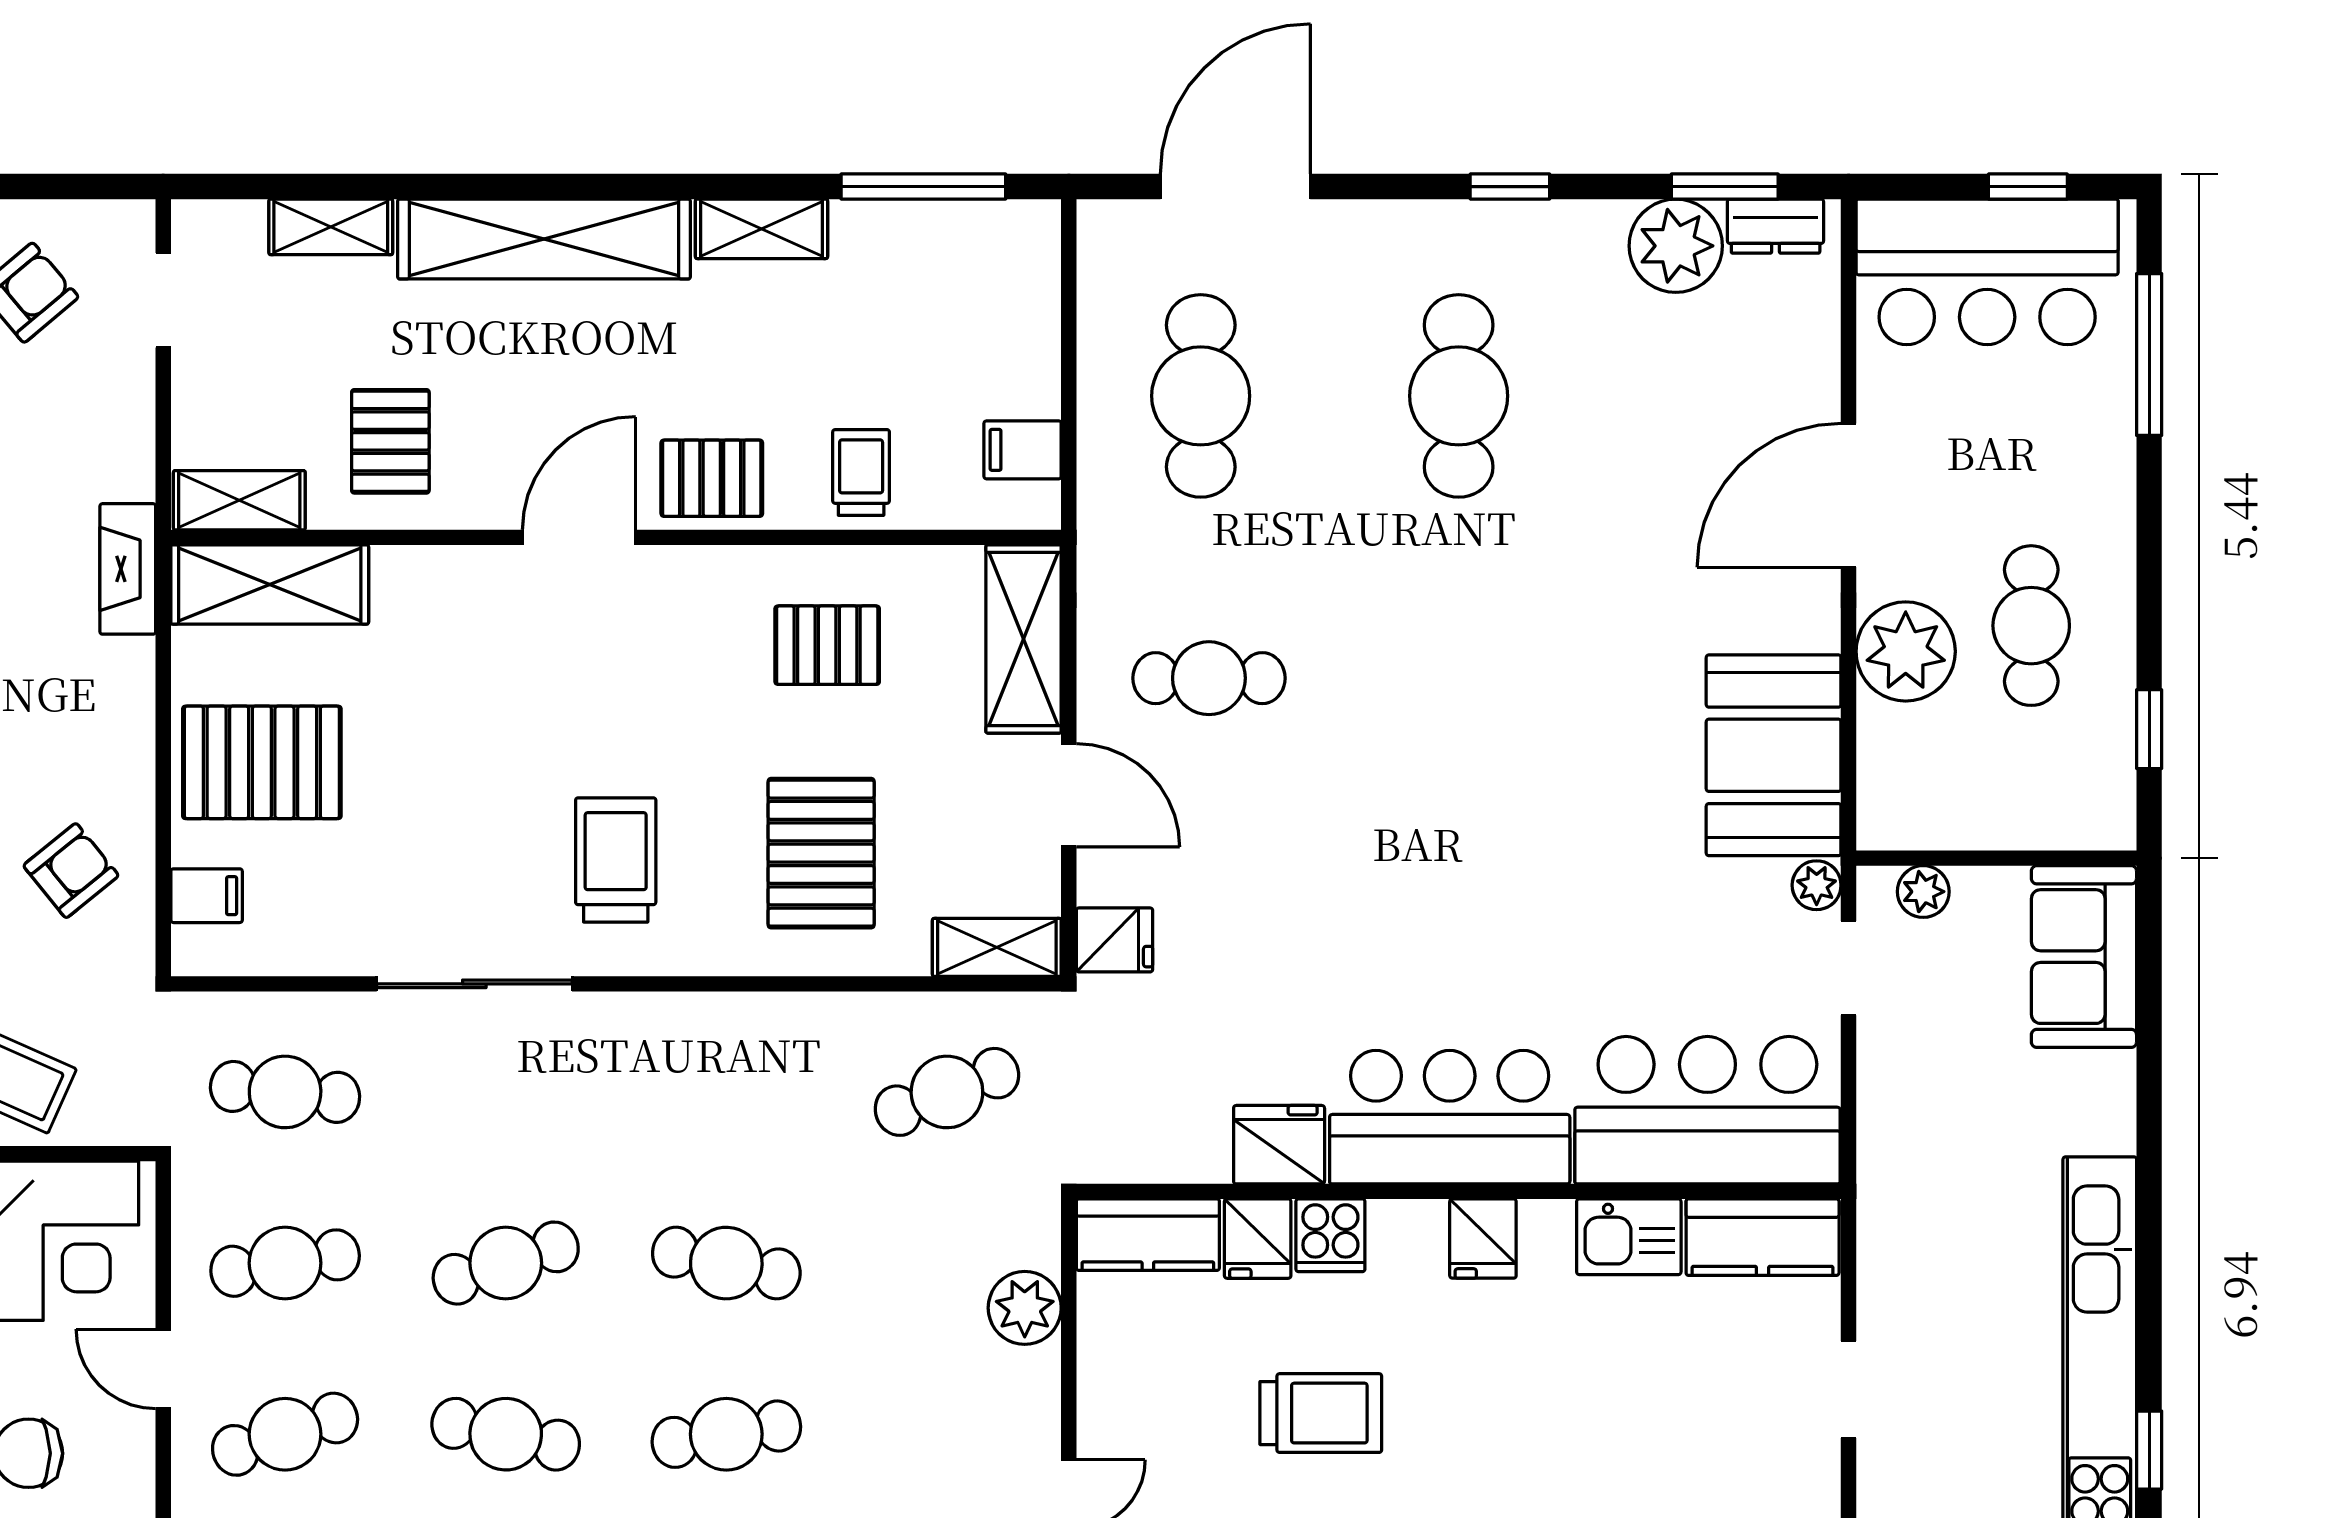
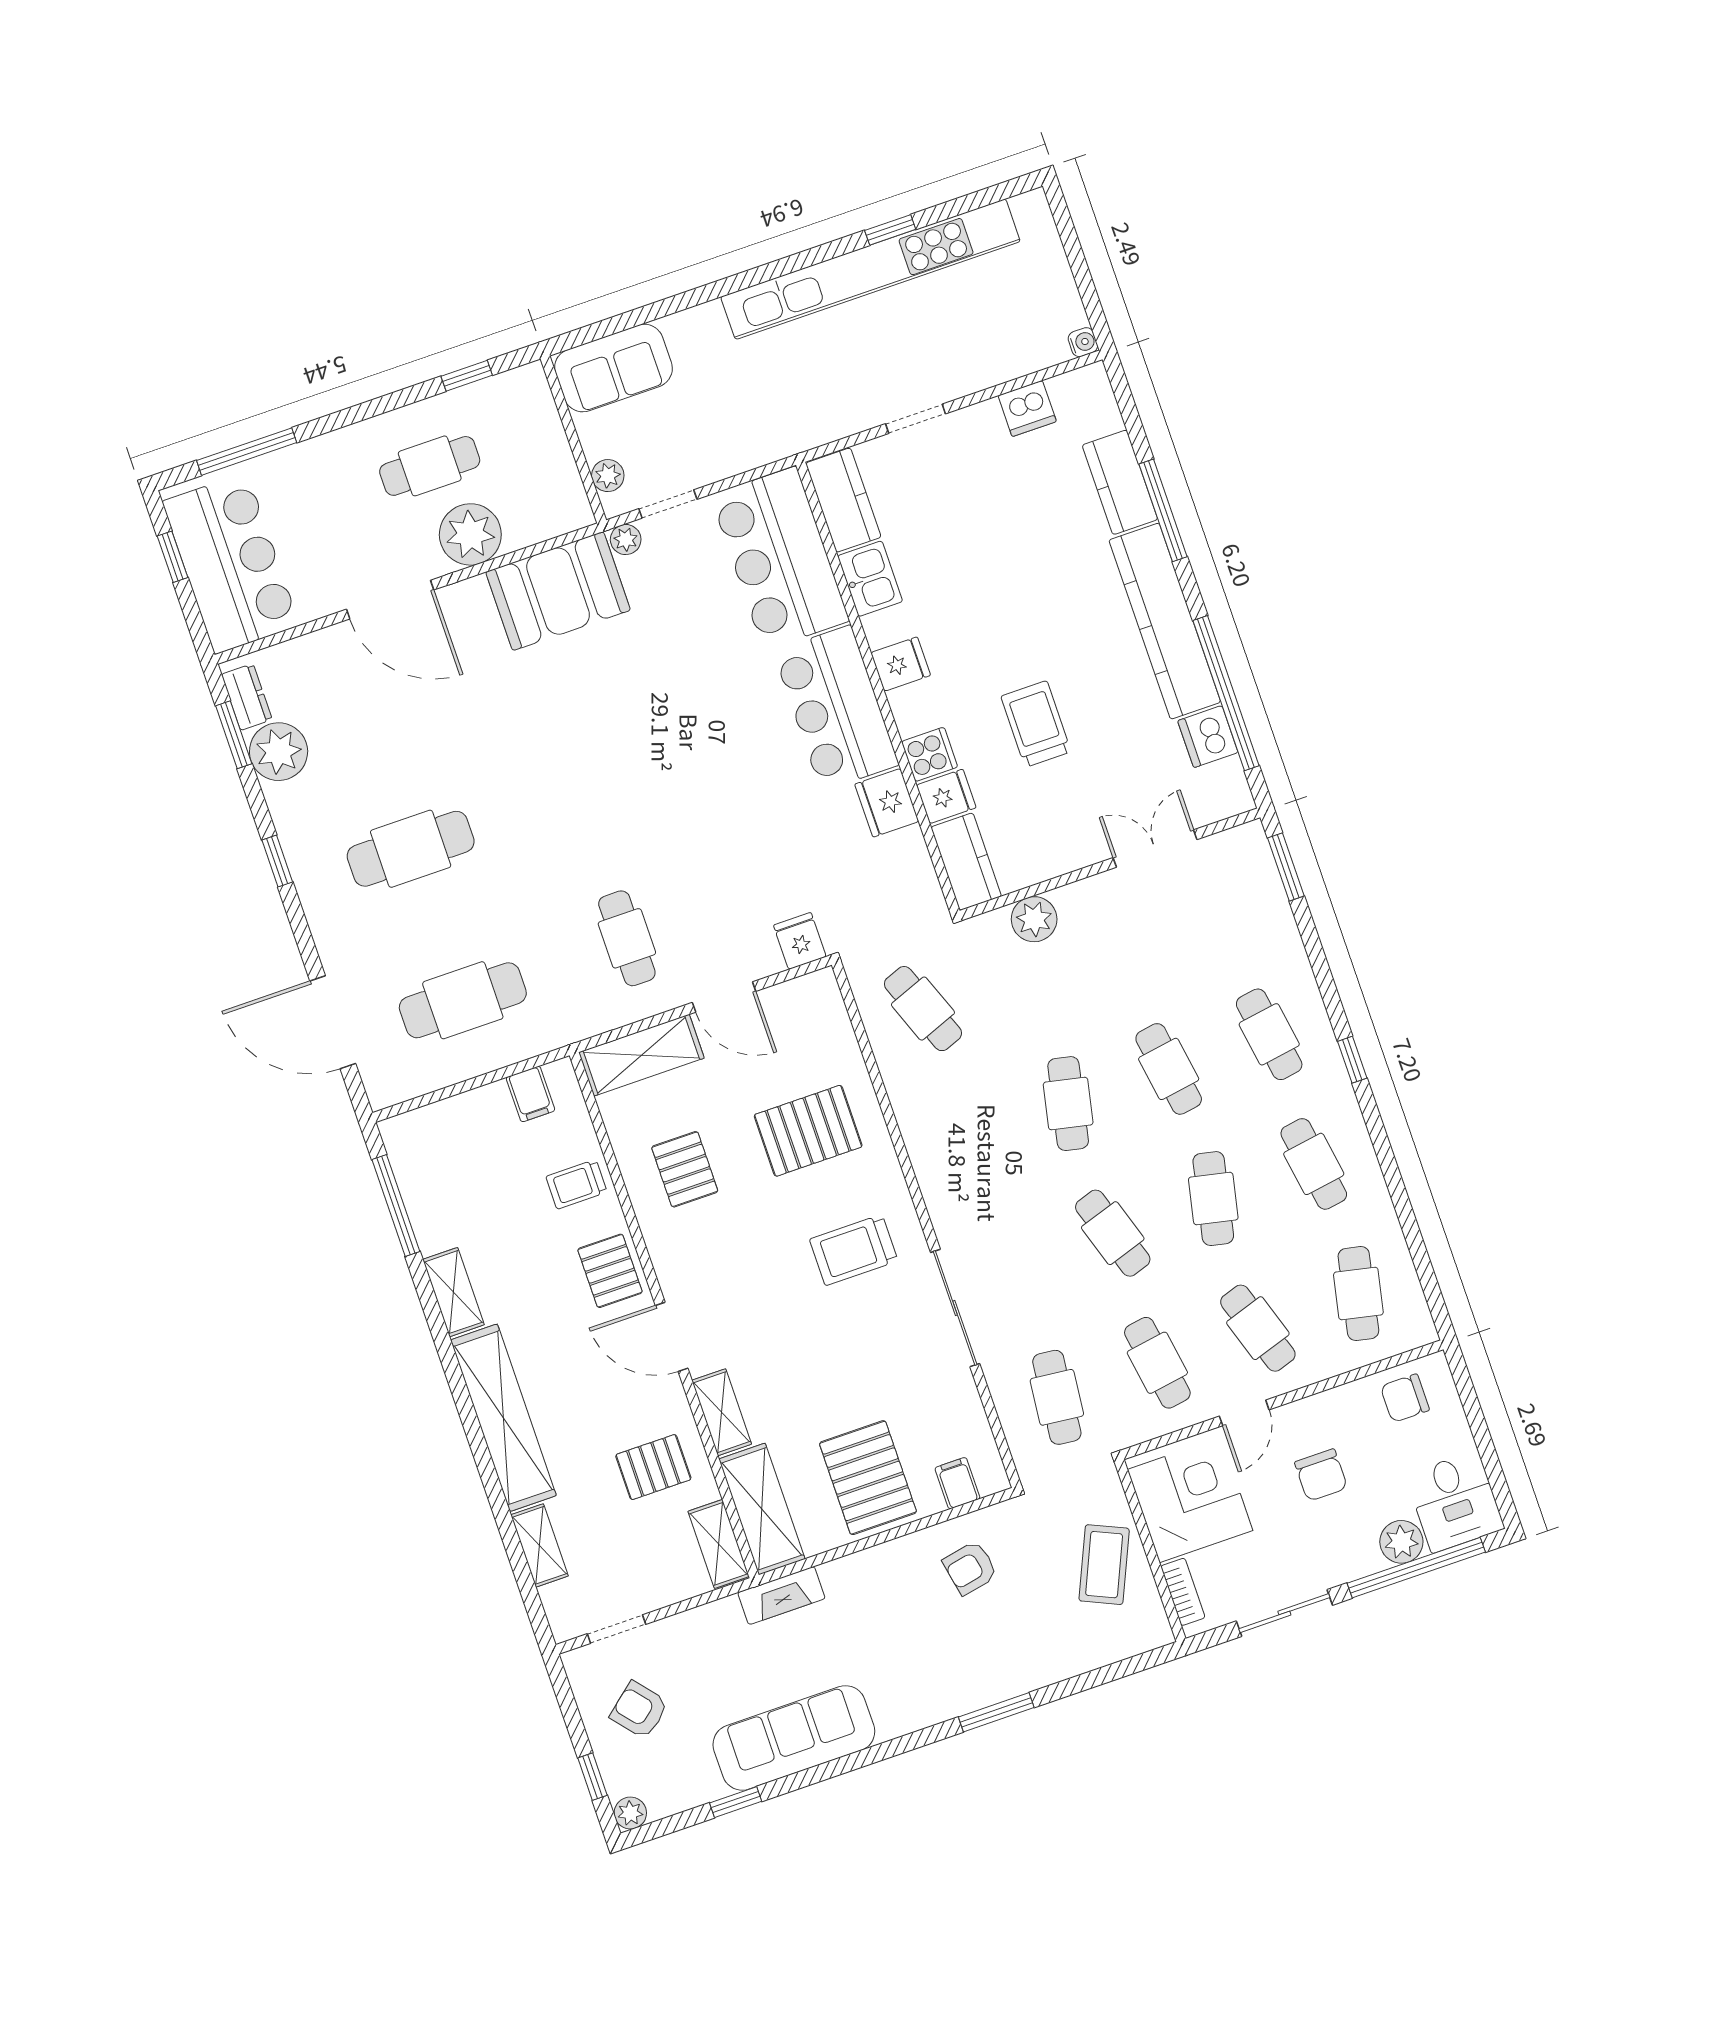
door: (1069, 795) -> (724, 997), swing flipped
armchair: (71, 871) -> (970, 1568), turned -62
shelving: (997, 947) -> (722, 1412), moved

